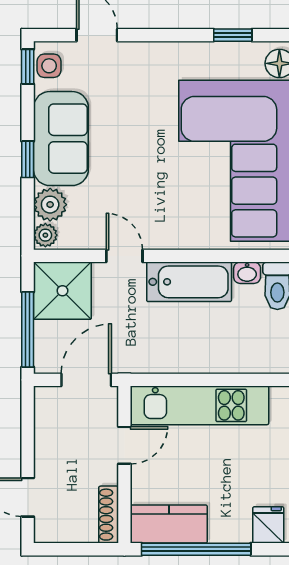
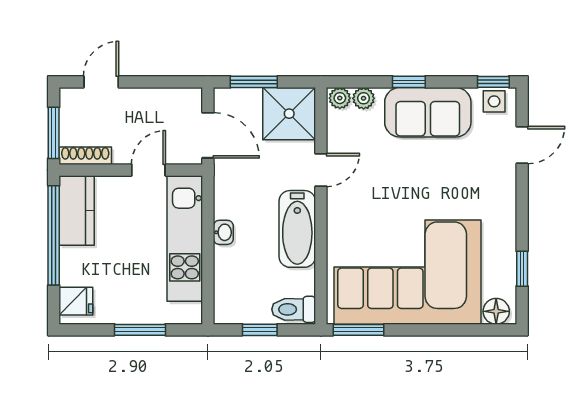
plant: (50, 205) -> (364, 98), width x0.73, depth x0.73
washbasin: (247, 273) -> (223, 232), moved, turned 180
window: (28, 329) -> (254, 82), width x0.69
door: (124, 445) -> (148, 170), swing flipped
window: (84, 549) -> (54, 133), added

